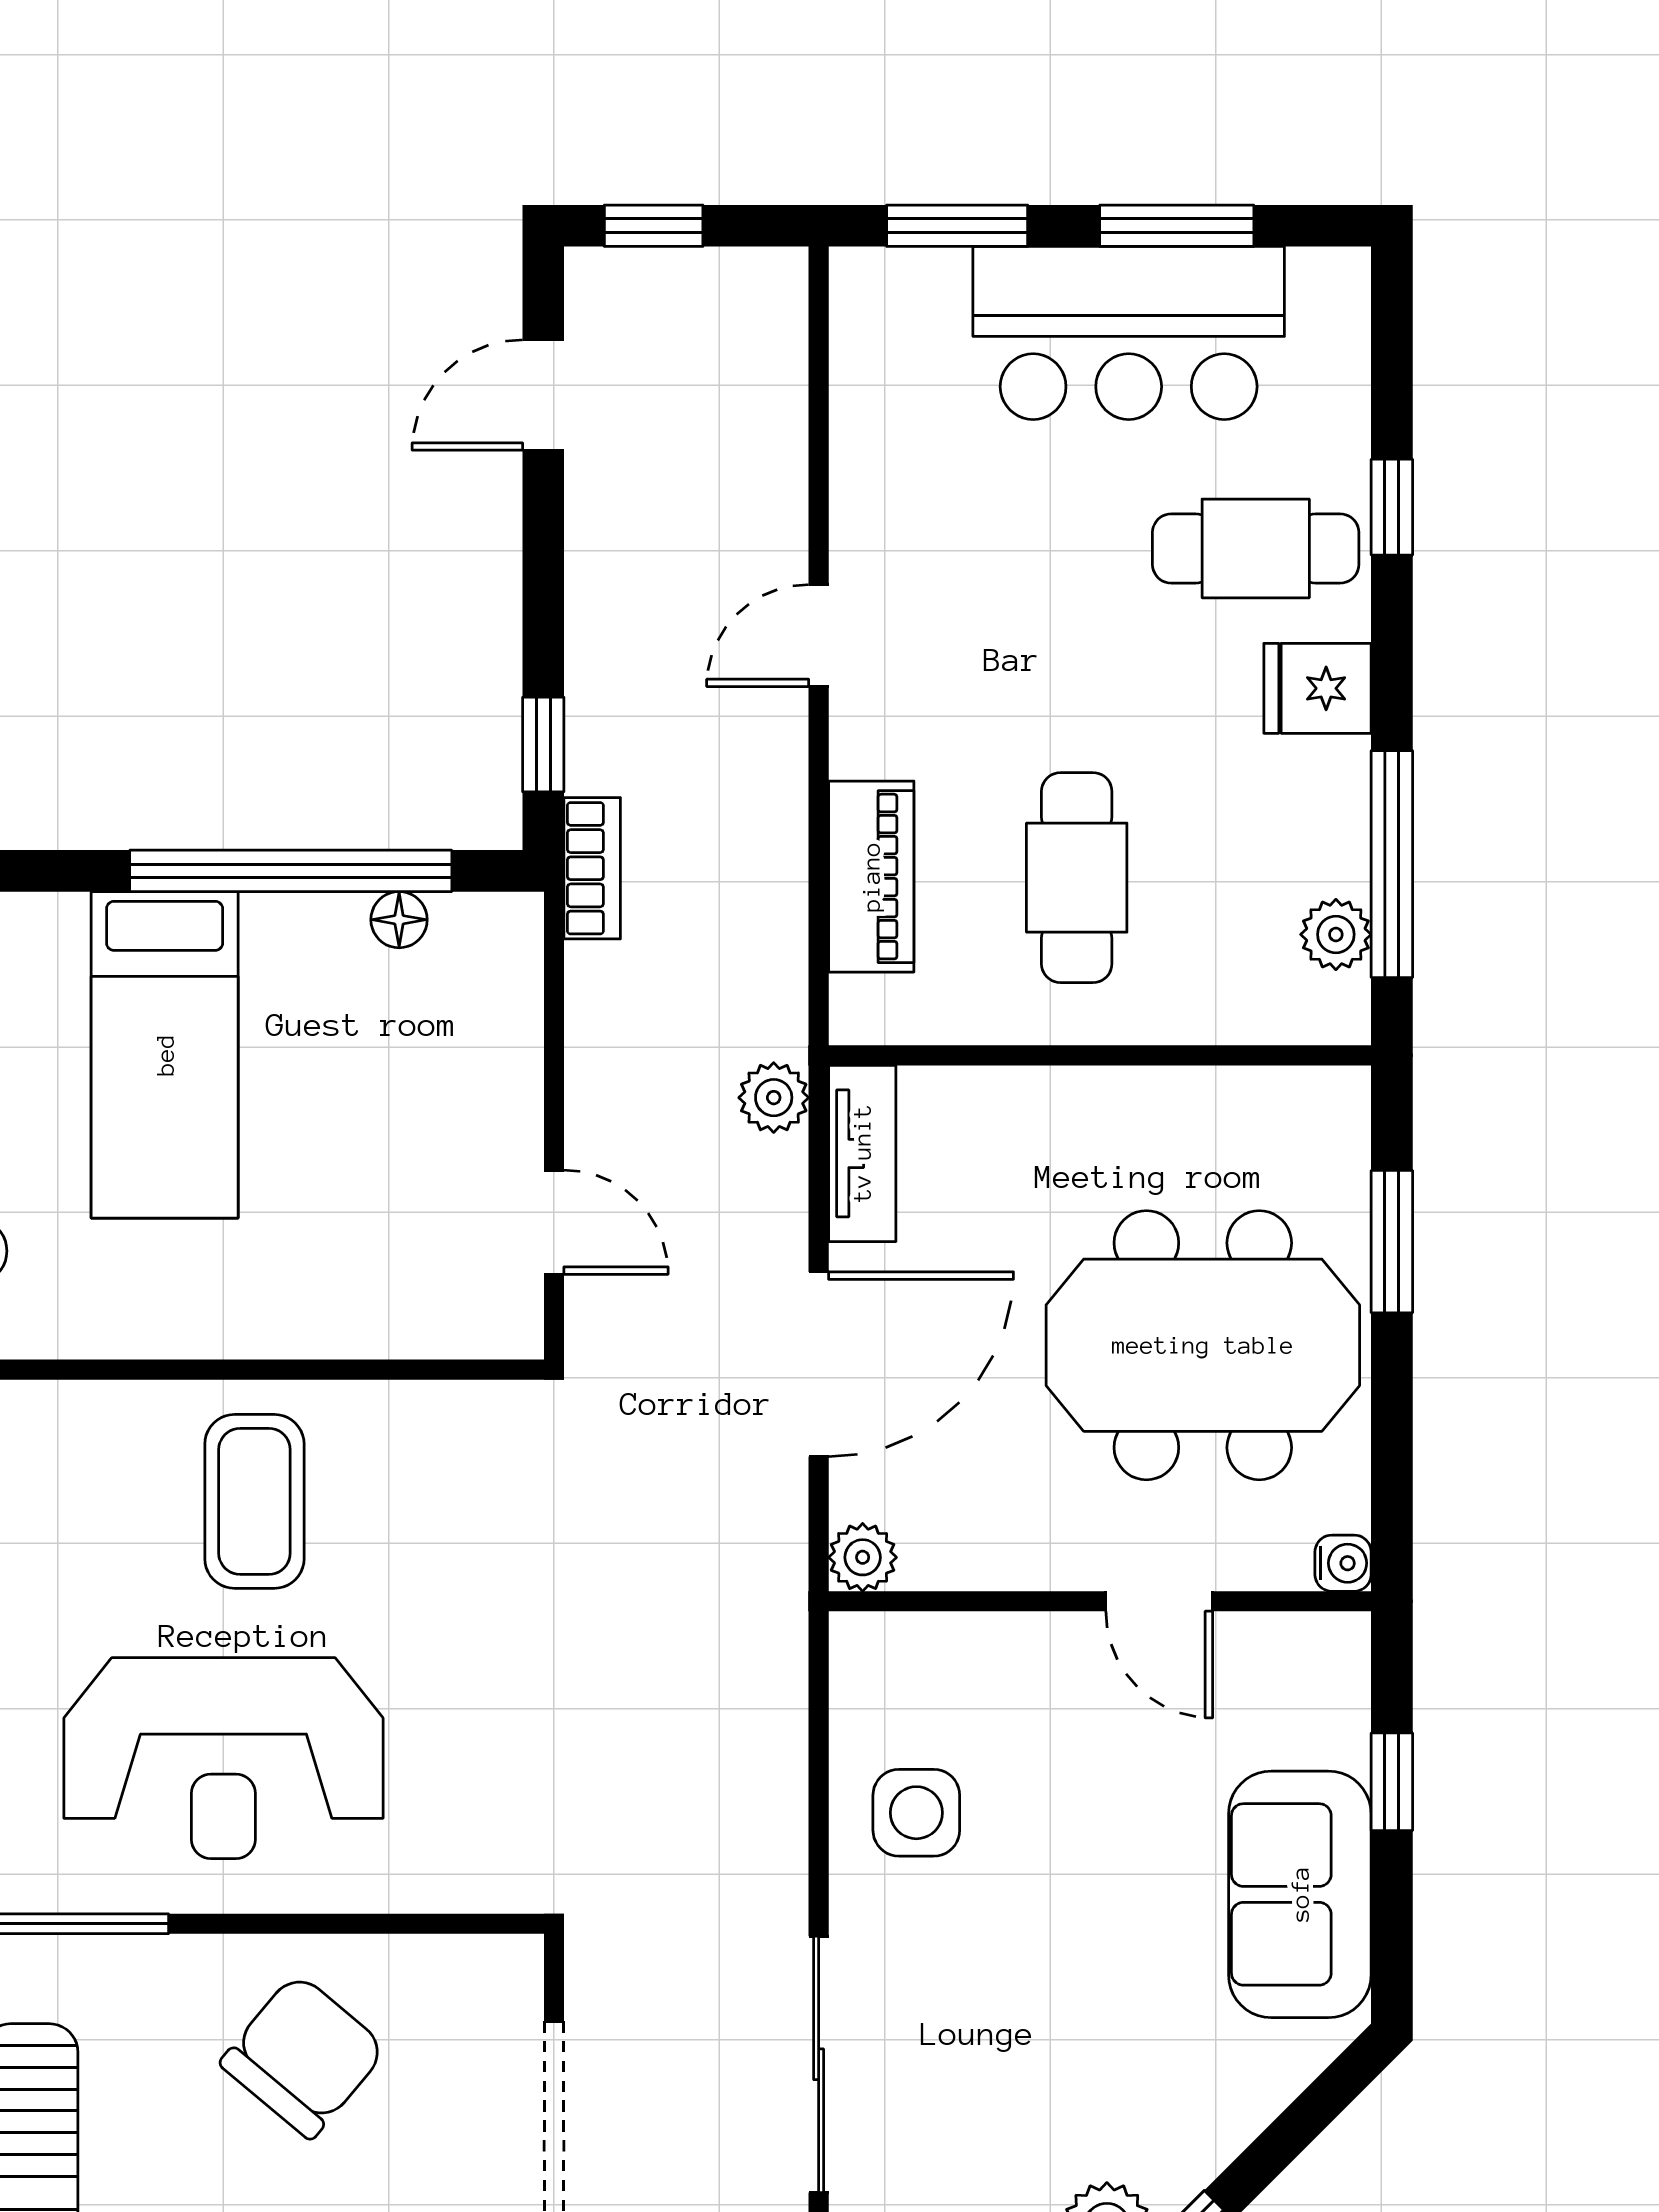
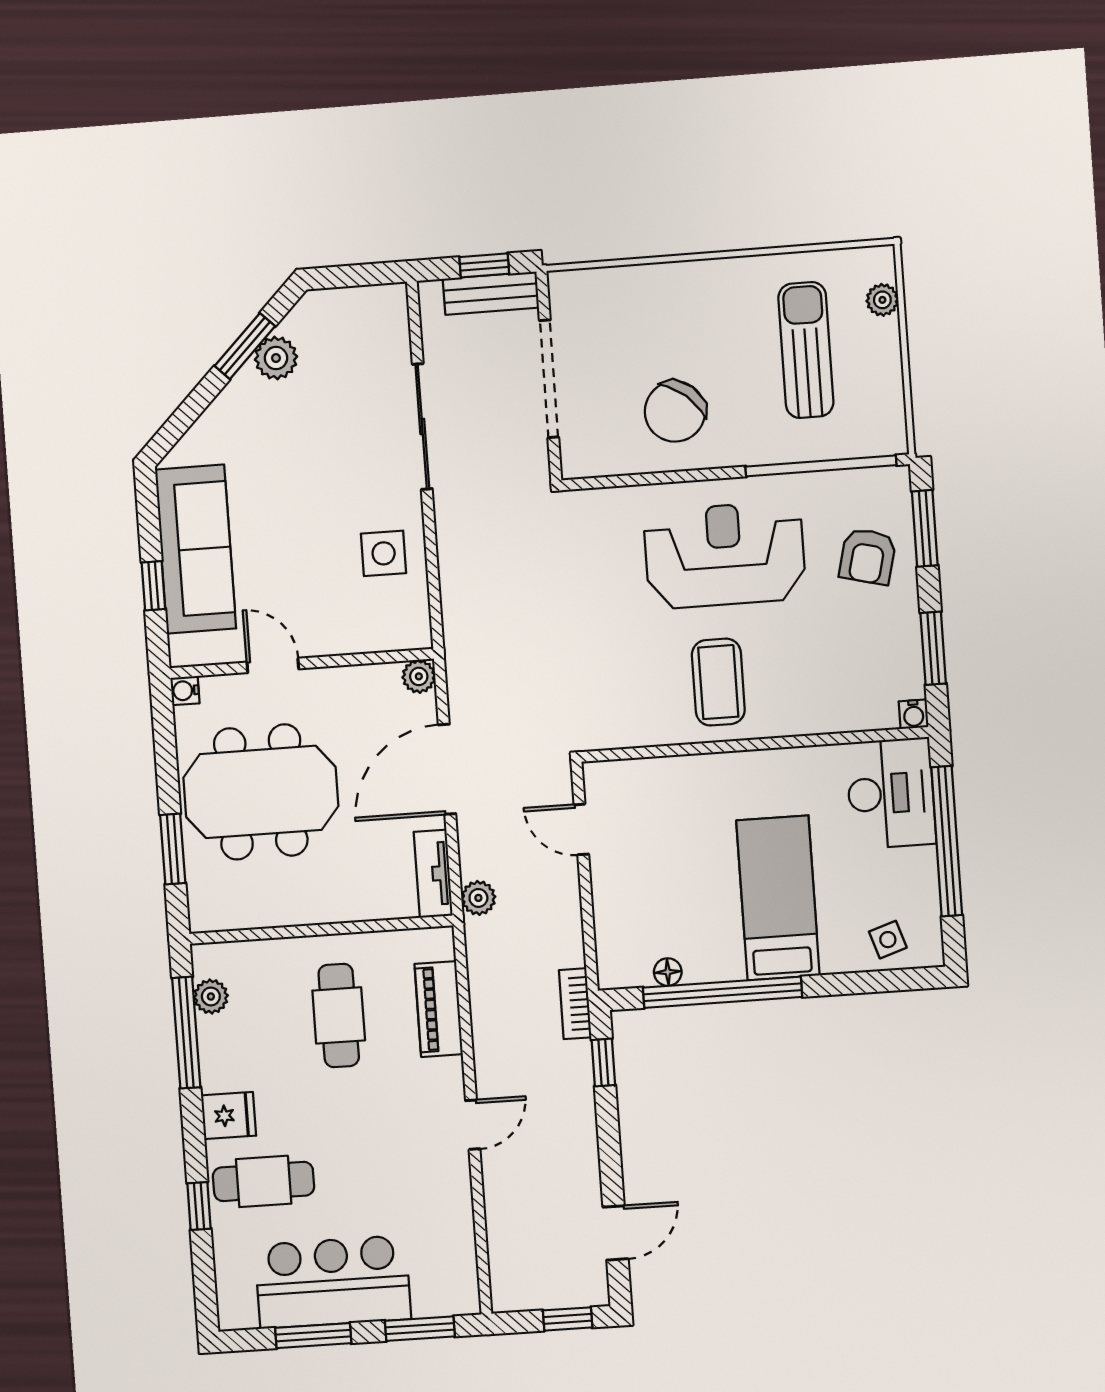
sofa: (1300, 1894) -> (196, 549), width x1.36

